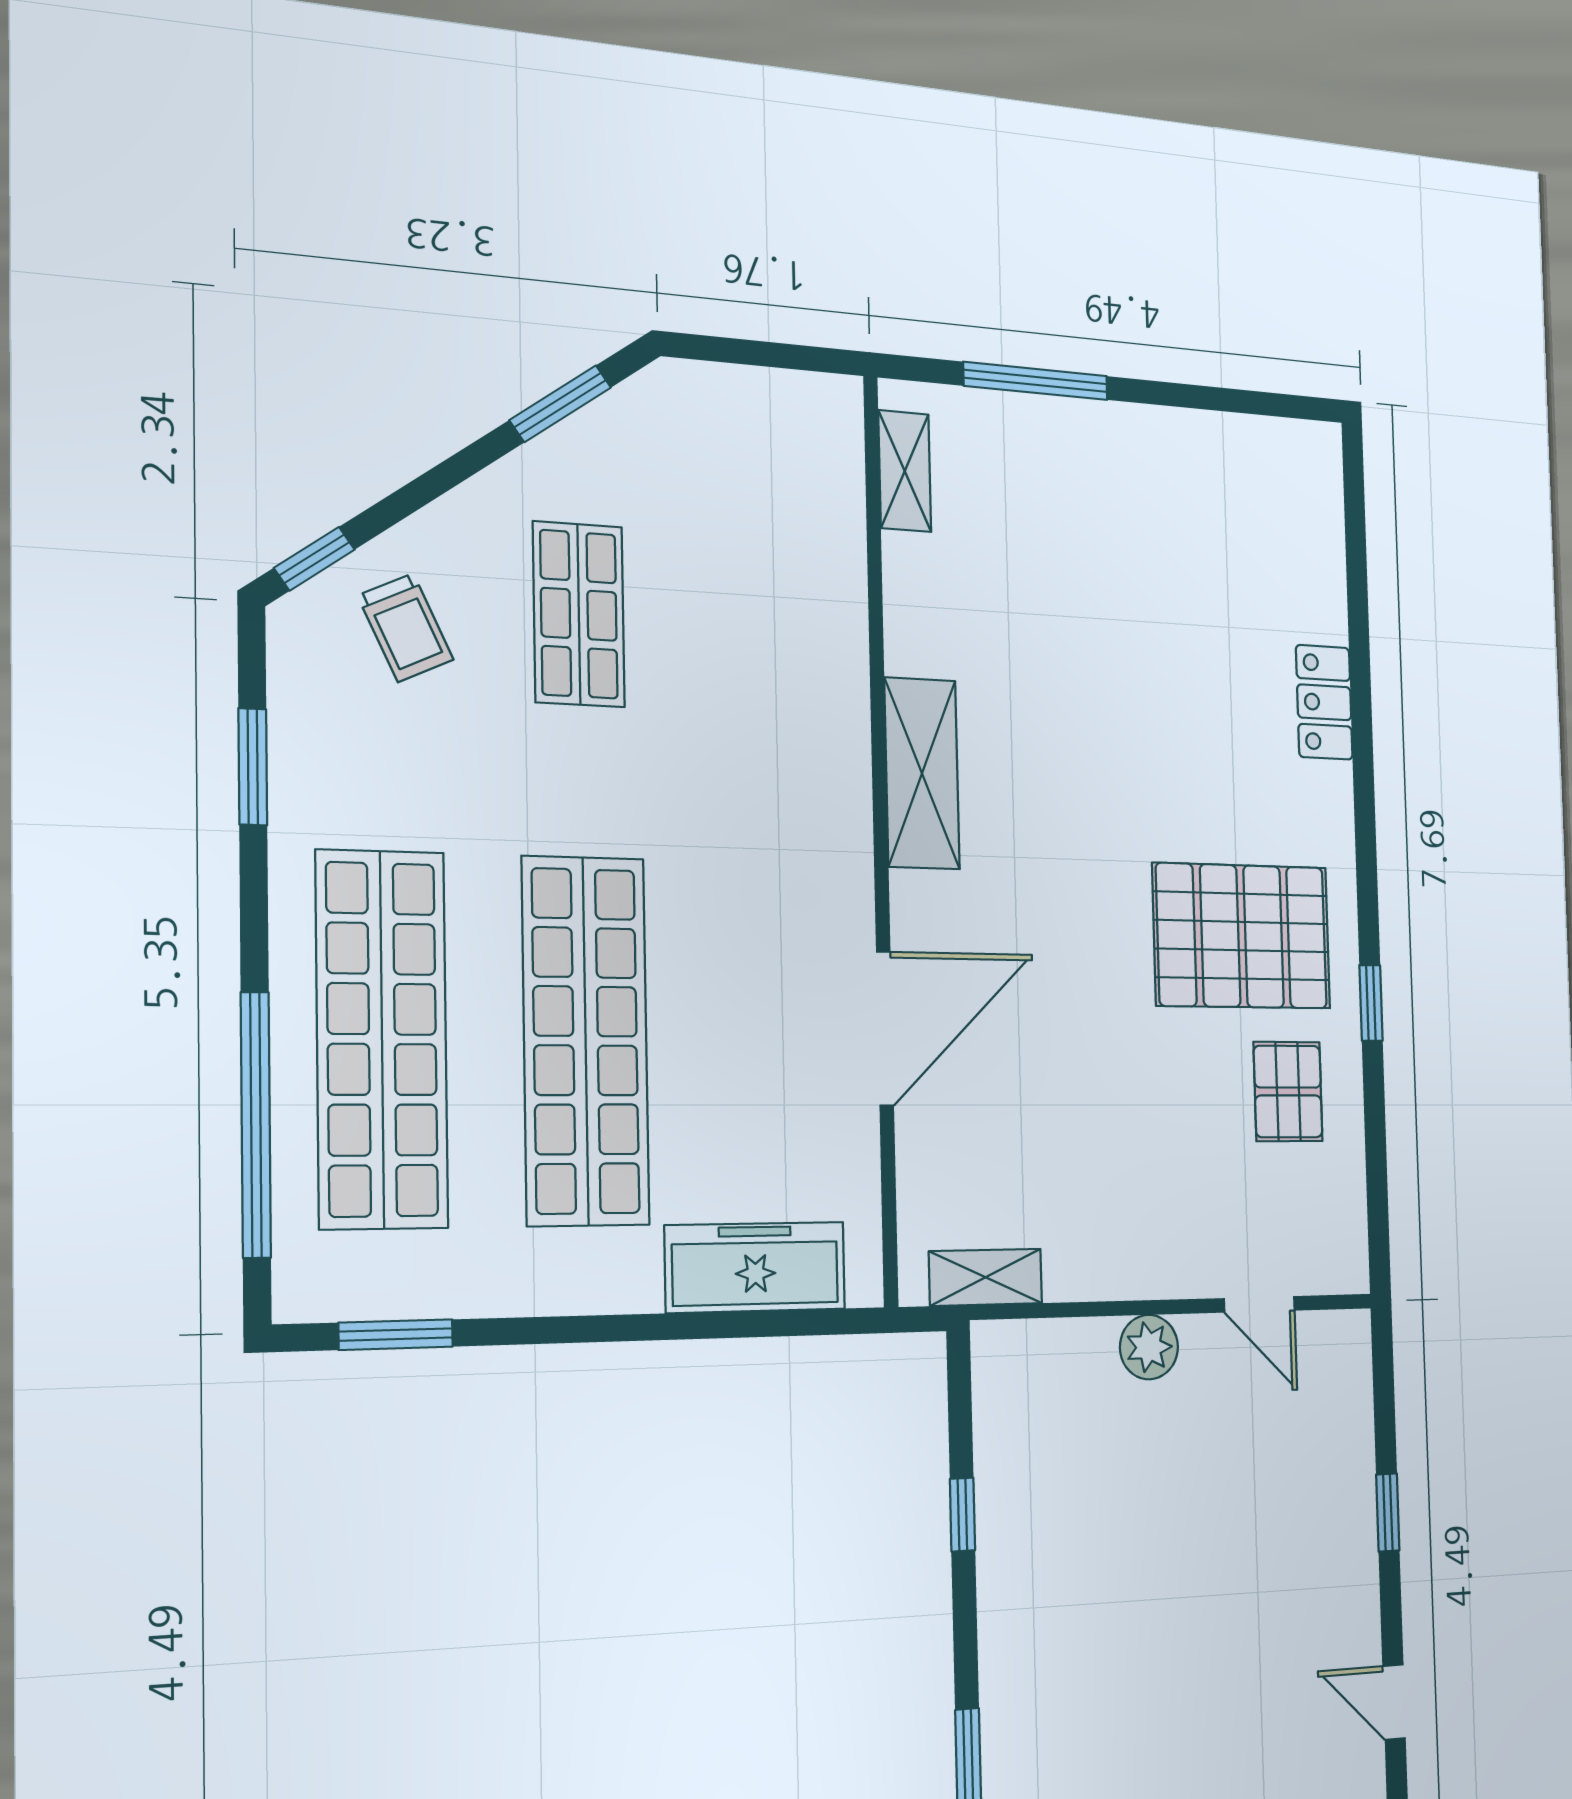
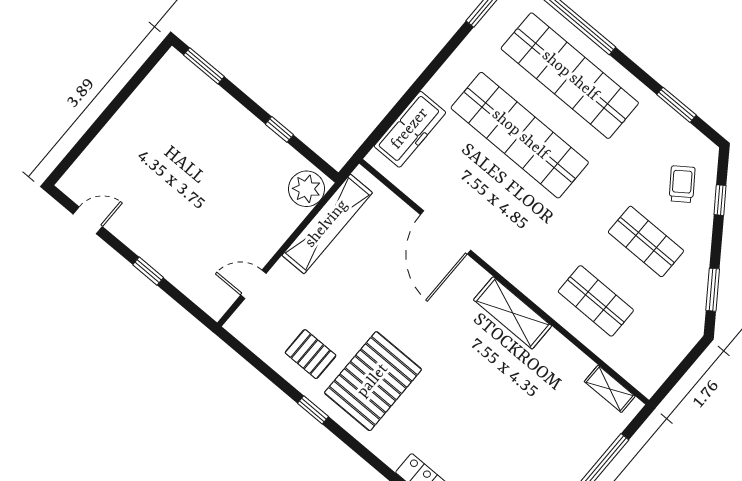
window: (314, 559) -> (720, 200), moved
shop shelf: (771, 626) -> (596, 301), added
trolley: (406, 628) -> (682, 184), turned 79
shelving: (986, 1277) -> (327, 224), width x2.20, depth x1.33
plant: (1149, 1347) -> (306, 189), moved, width x1.36, depth x1.36

